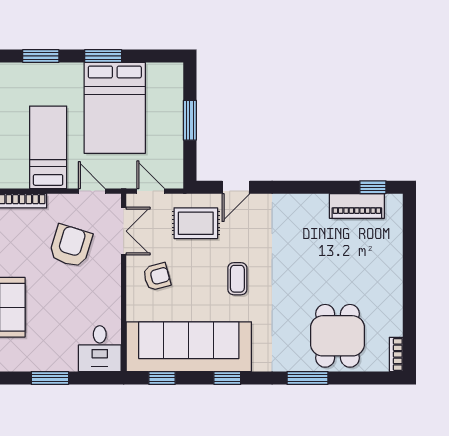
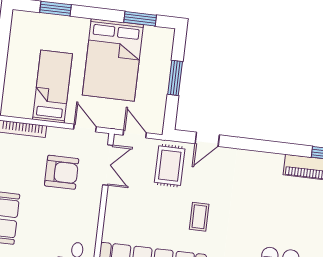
window: (103, 56) -> (140, 19), moved
rug: (196, 223) -> (170, 166), turned 90
armchair: (71, 246) -> (62, 172), turned 73
armchair: (157, 277) -> (131, 207), removed

